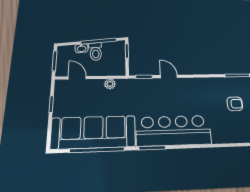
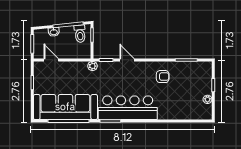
toilet: (96, 51) -> (80, 34), moved
plant: (110, 84) -> (93, 66), moved
armchair: (235, 104) -> (163, 77), moved

